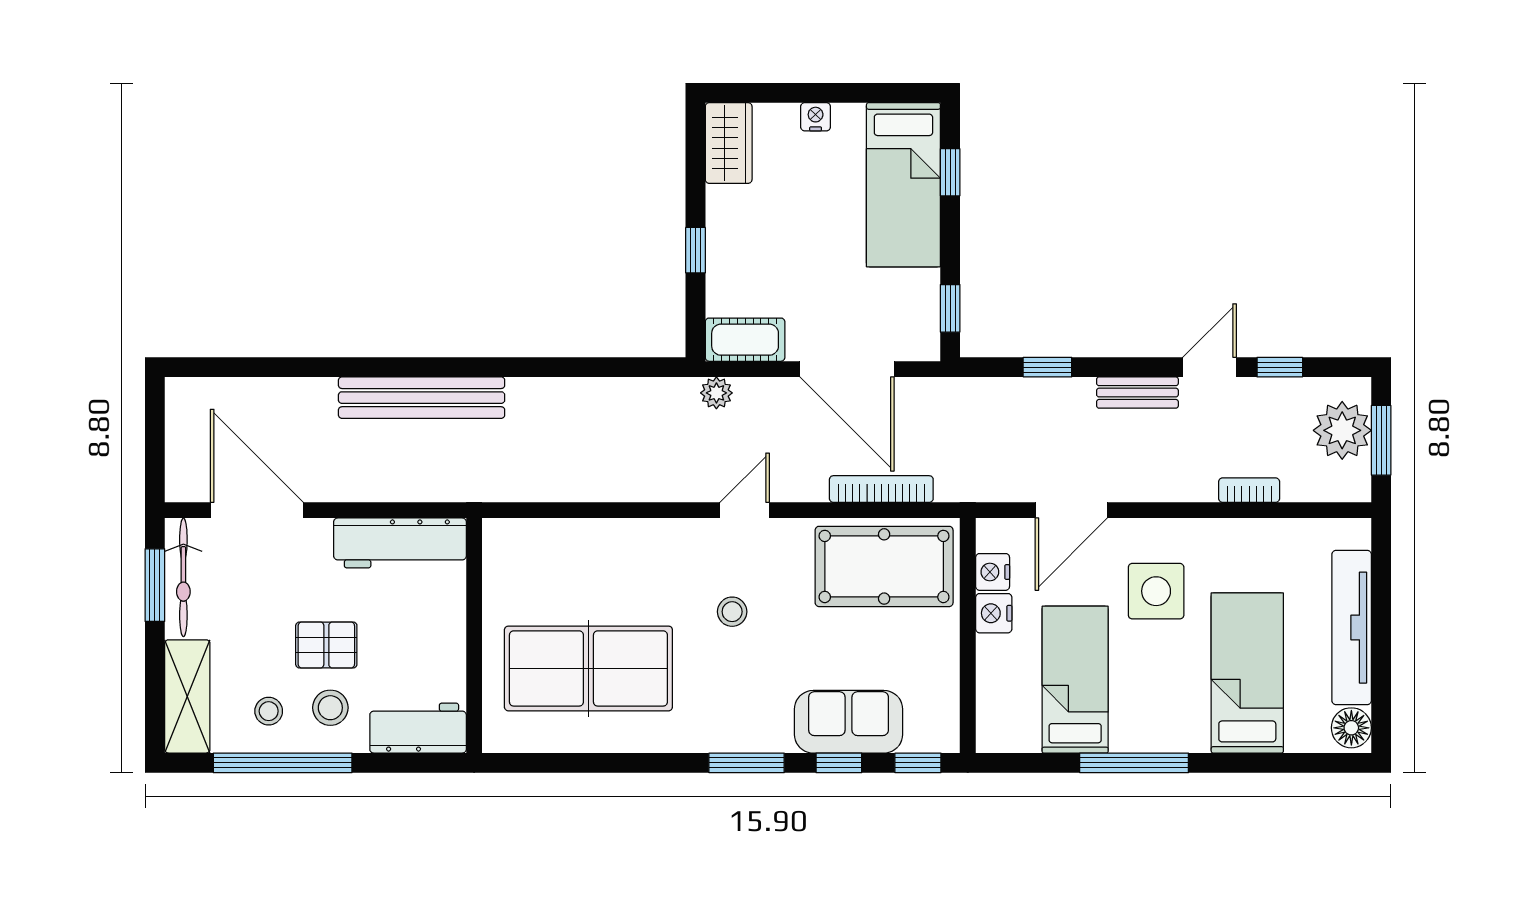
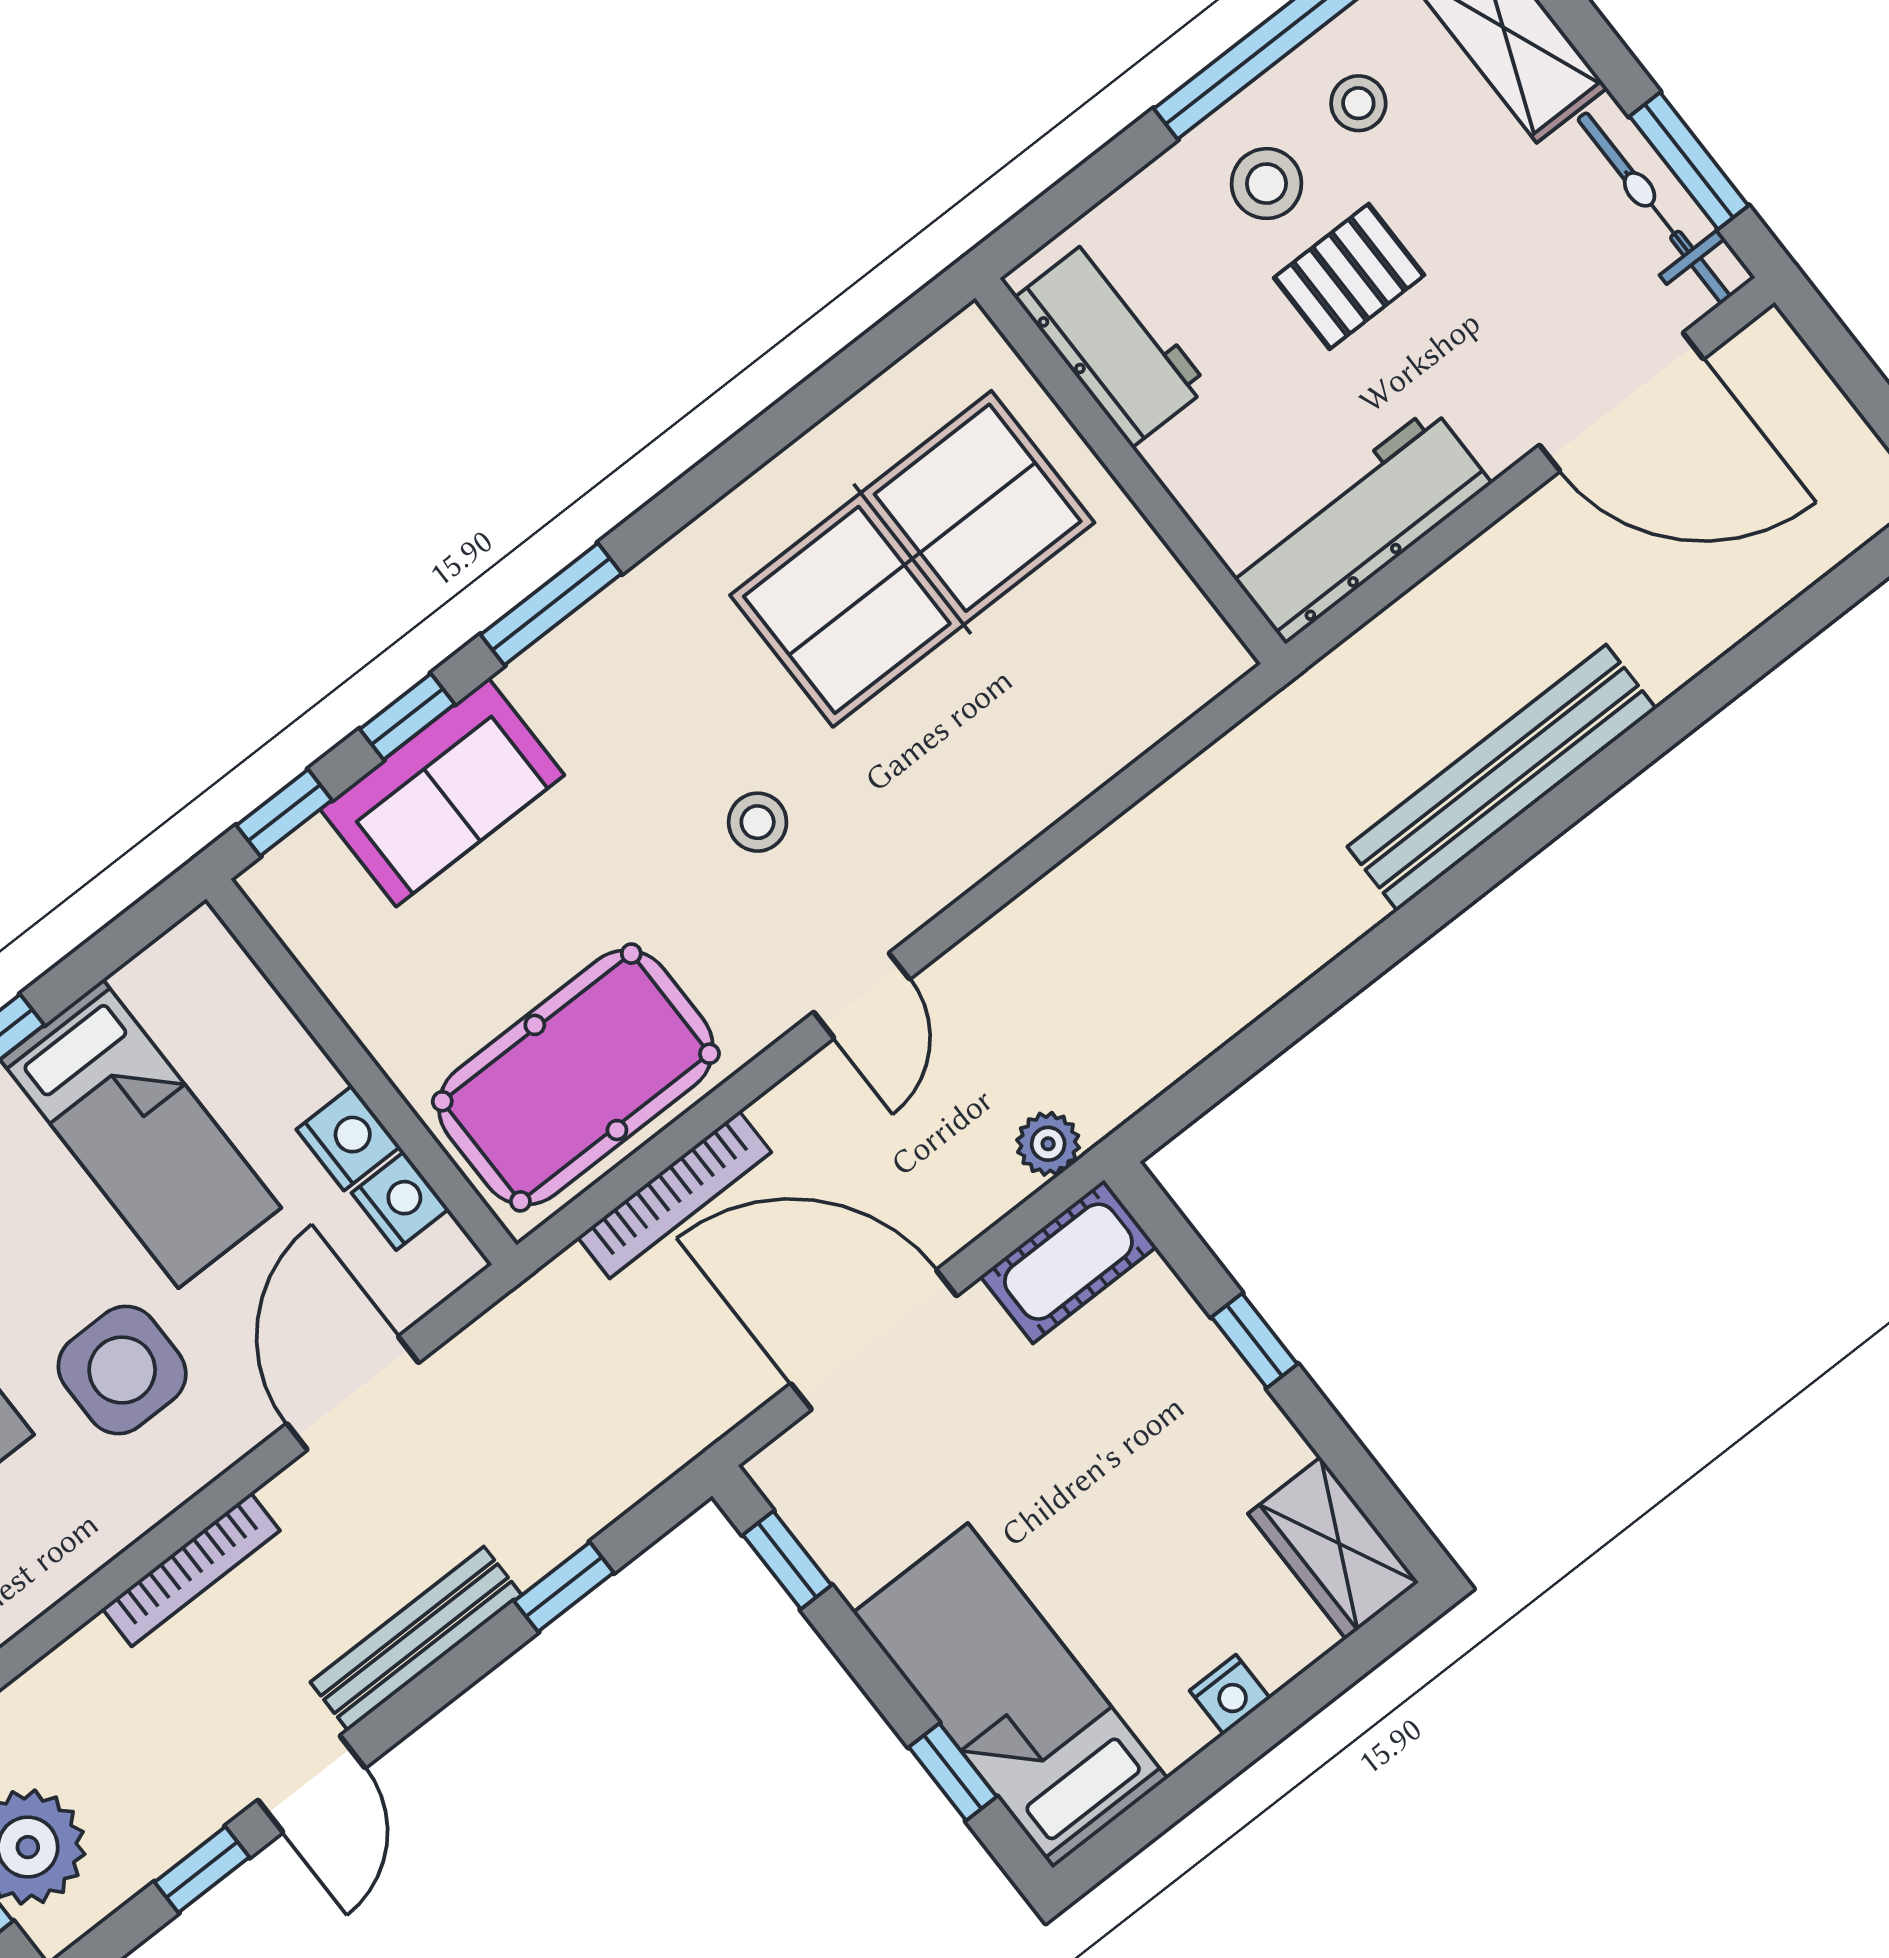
bench: (1137, 393) -> (416, 1639), width x1.36
bookcase: (1249, 490) -> (191, 1570), moved, width x1.56
workbench: (418, 728) -> (1112, 342), moved, turned -90

